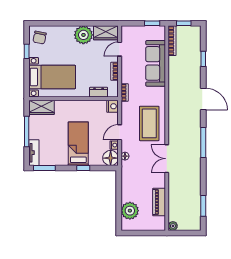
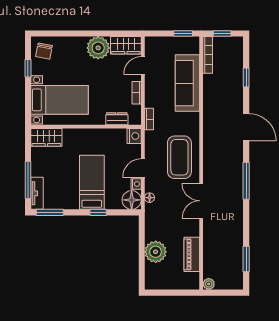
window: (27, 132) -> (28, 180), moved
plant: (130, 211) -> (156, 252), moved

